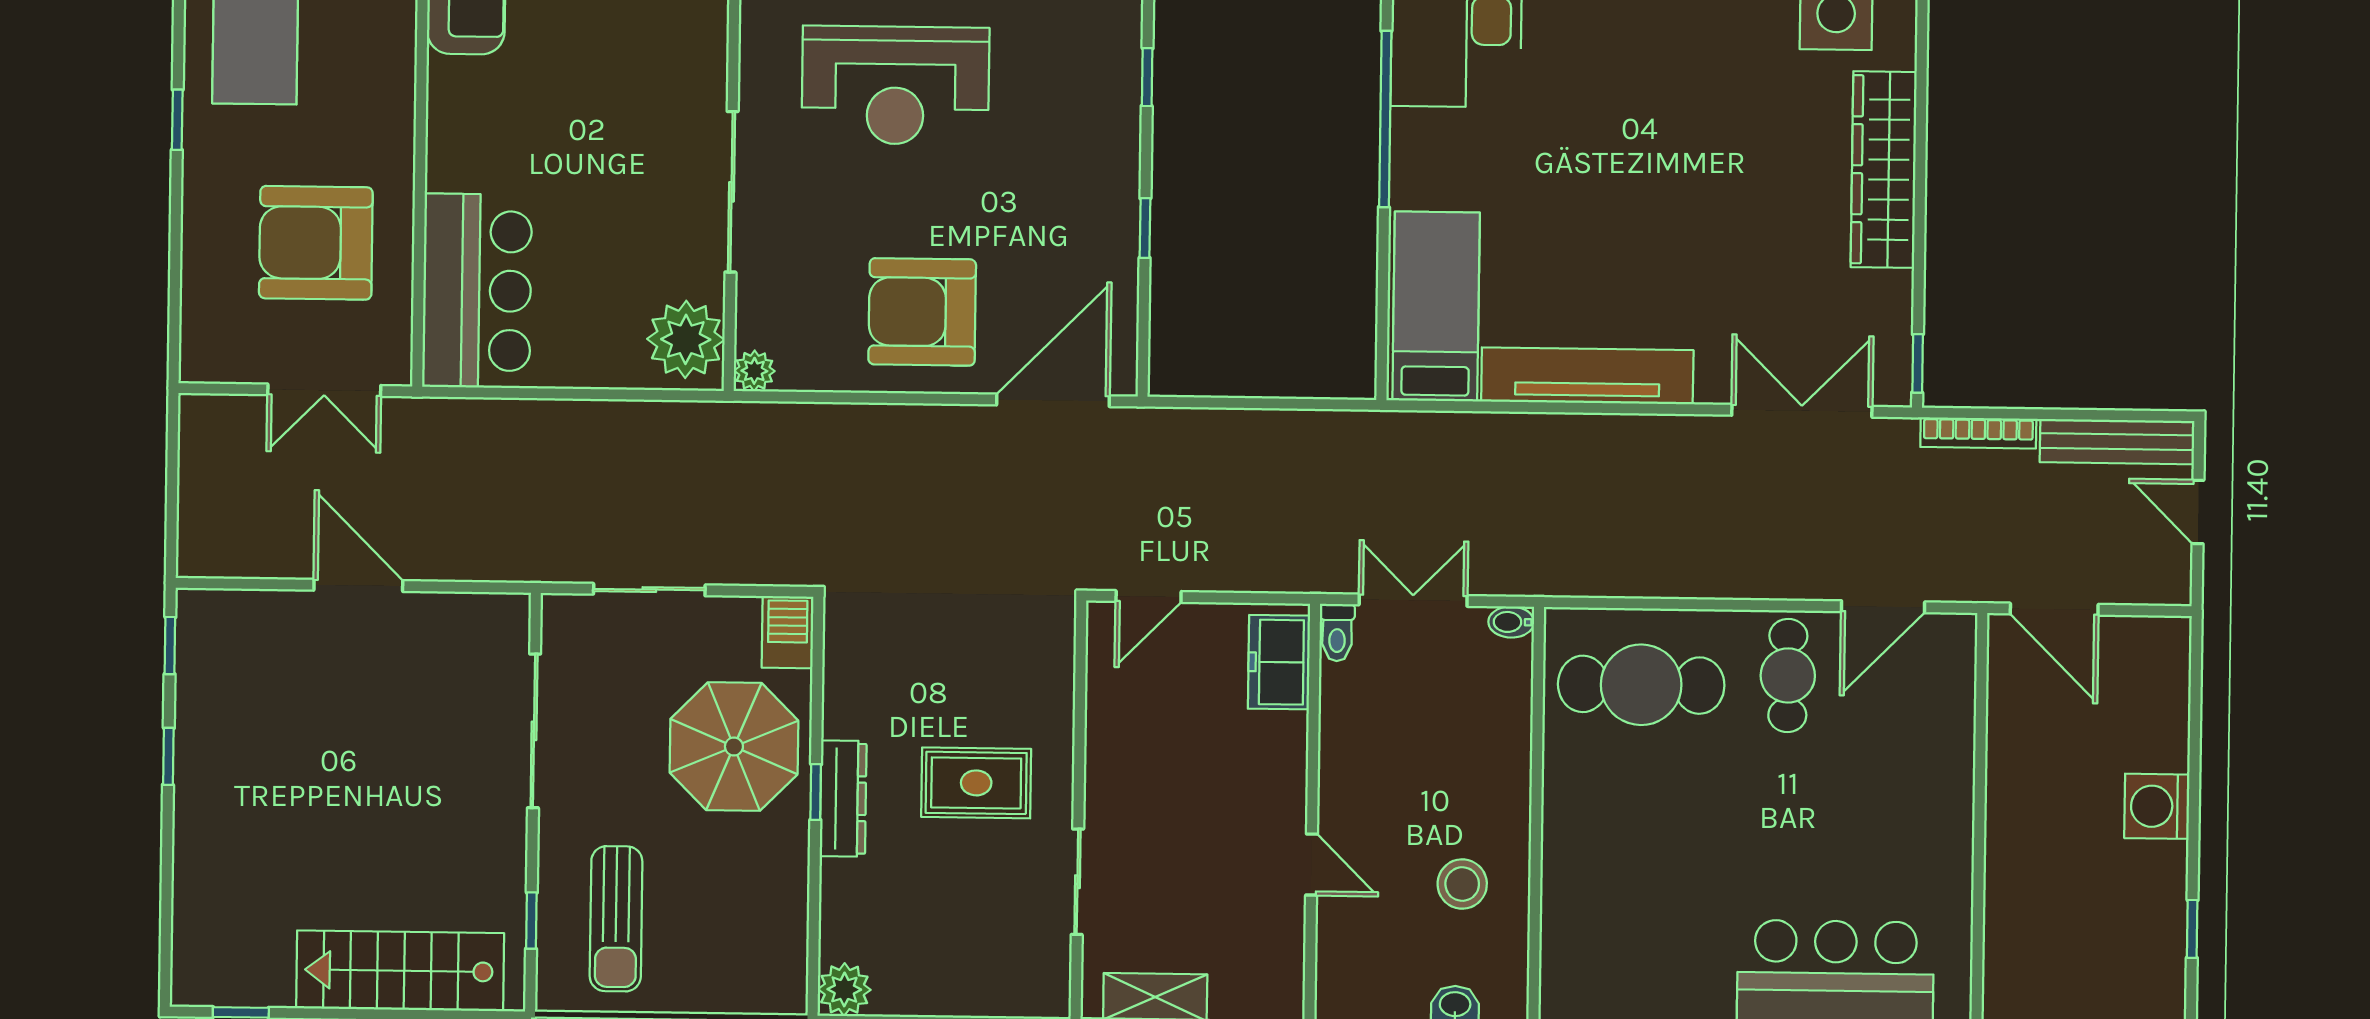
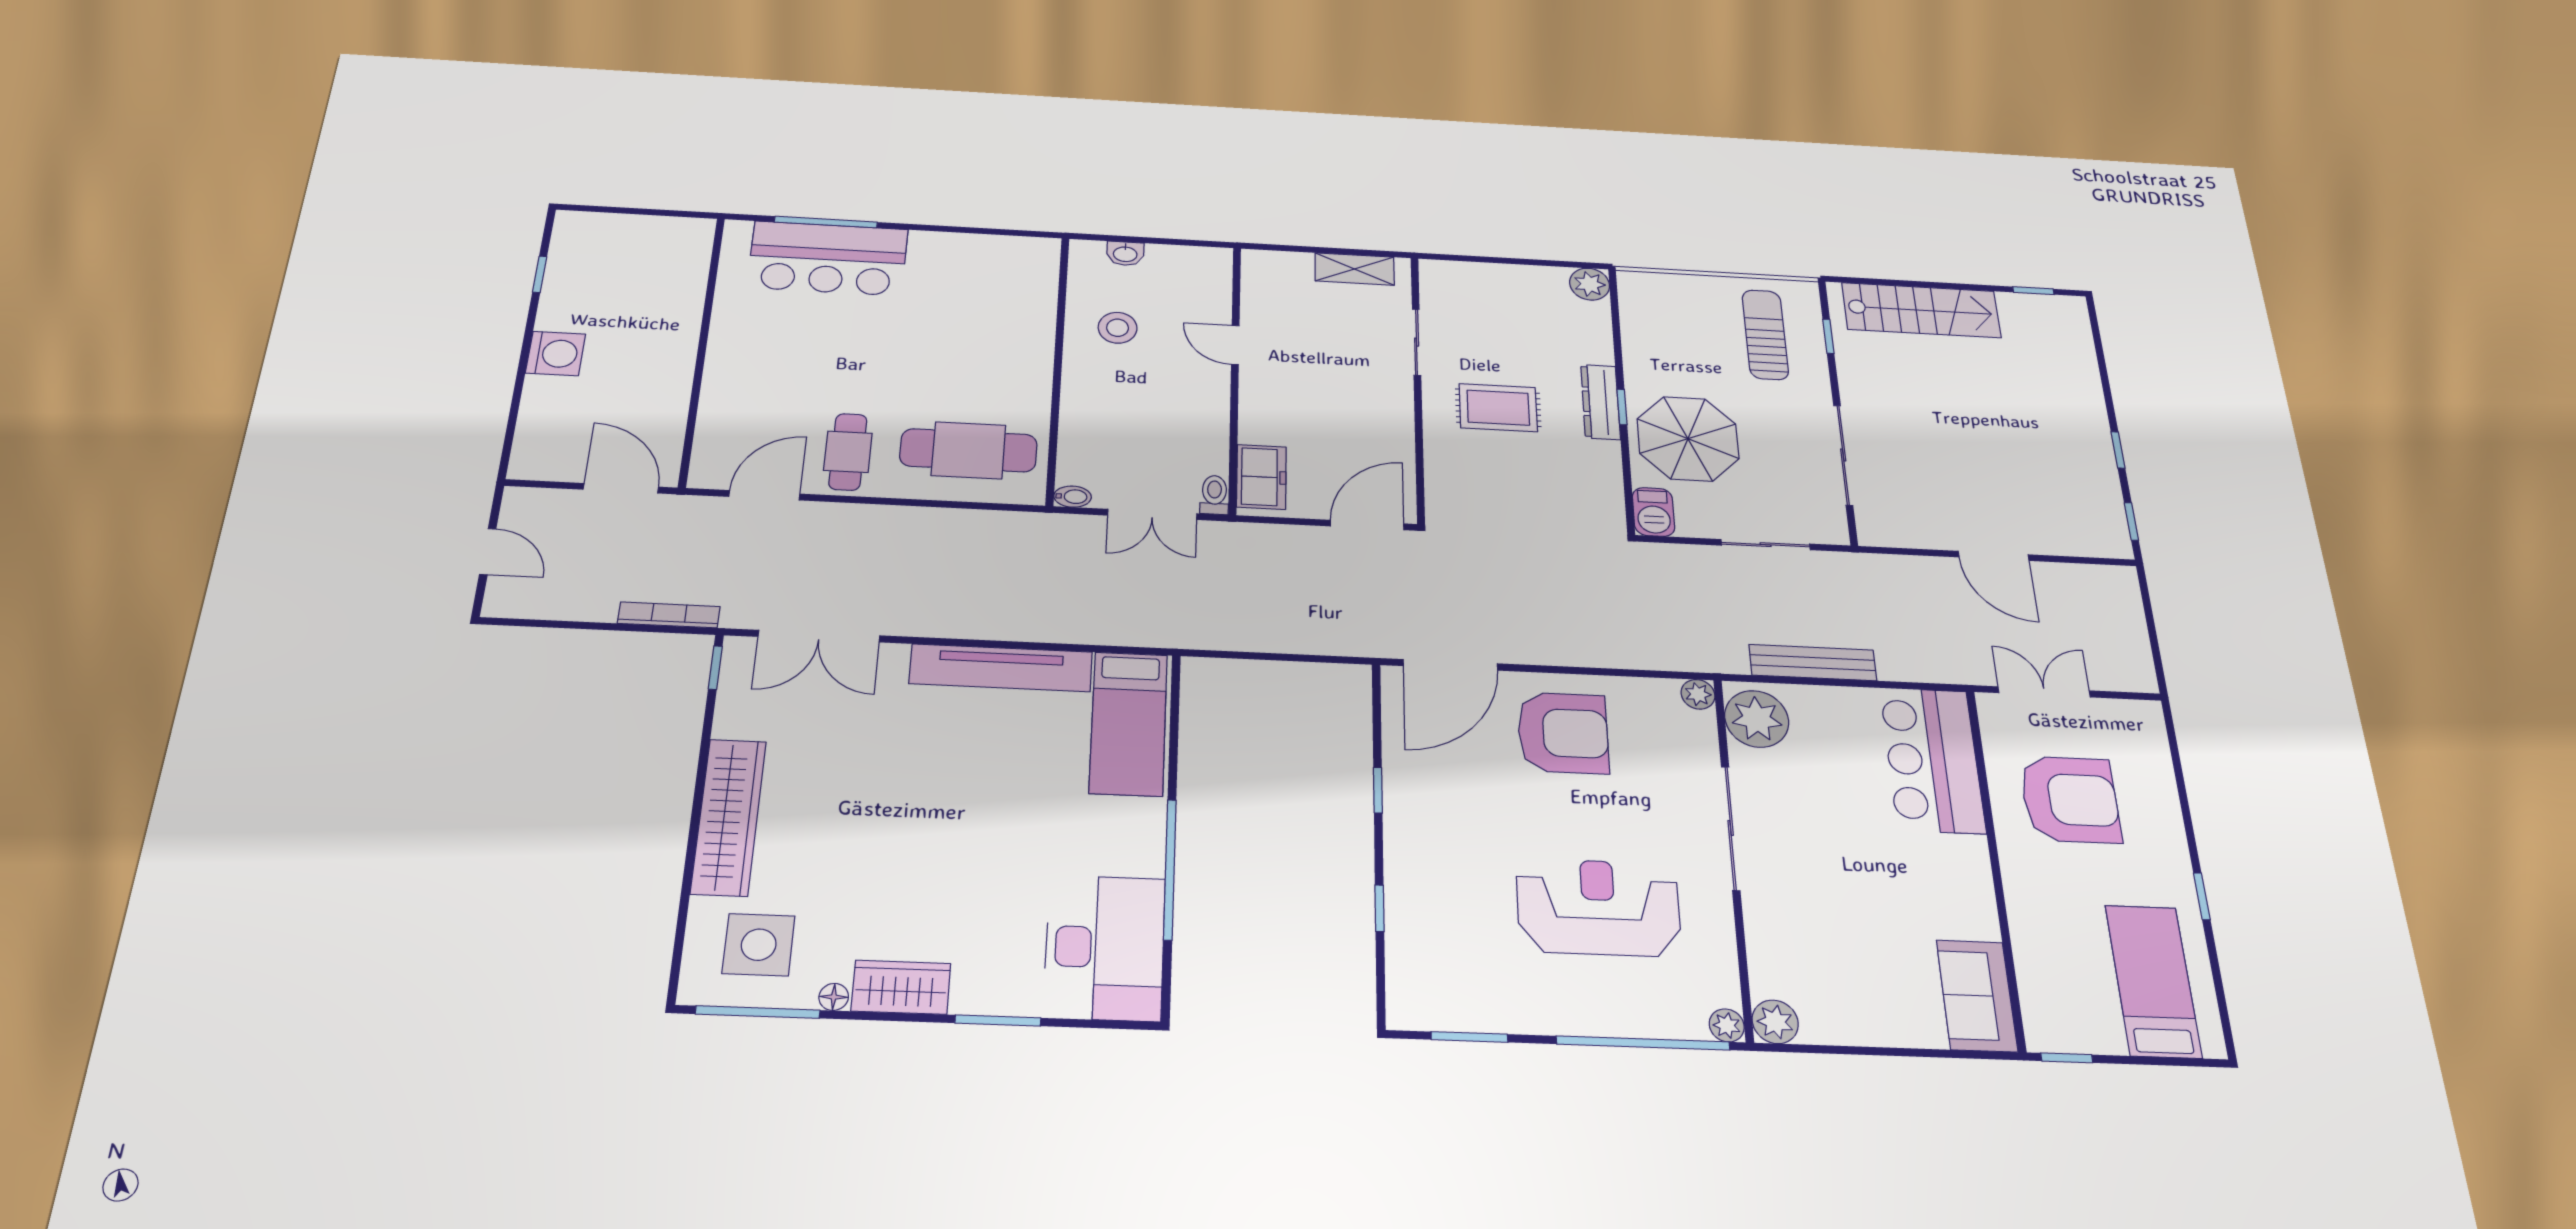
bench: (2117, 442) -> (1813, 663), moved
door: (1149, 597) -> (1367, 525), width x1.38

